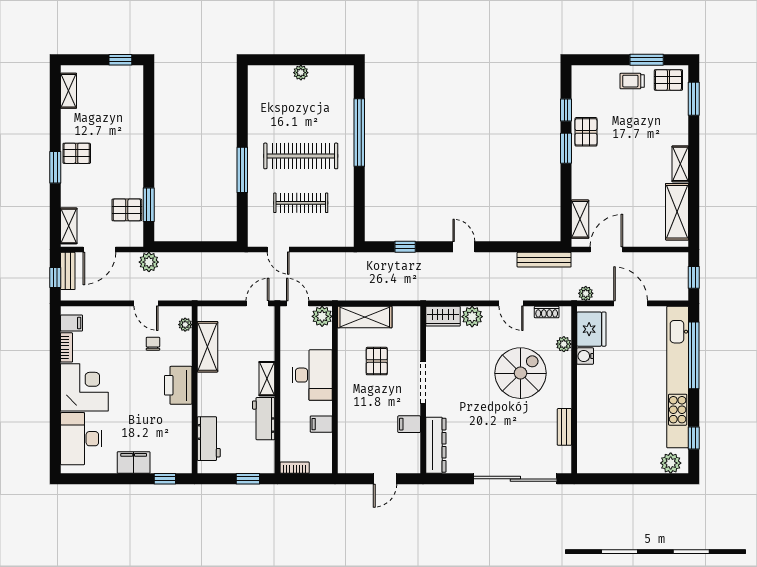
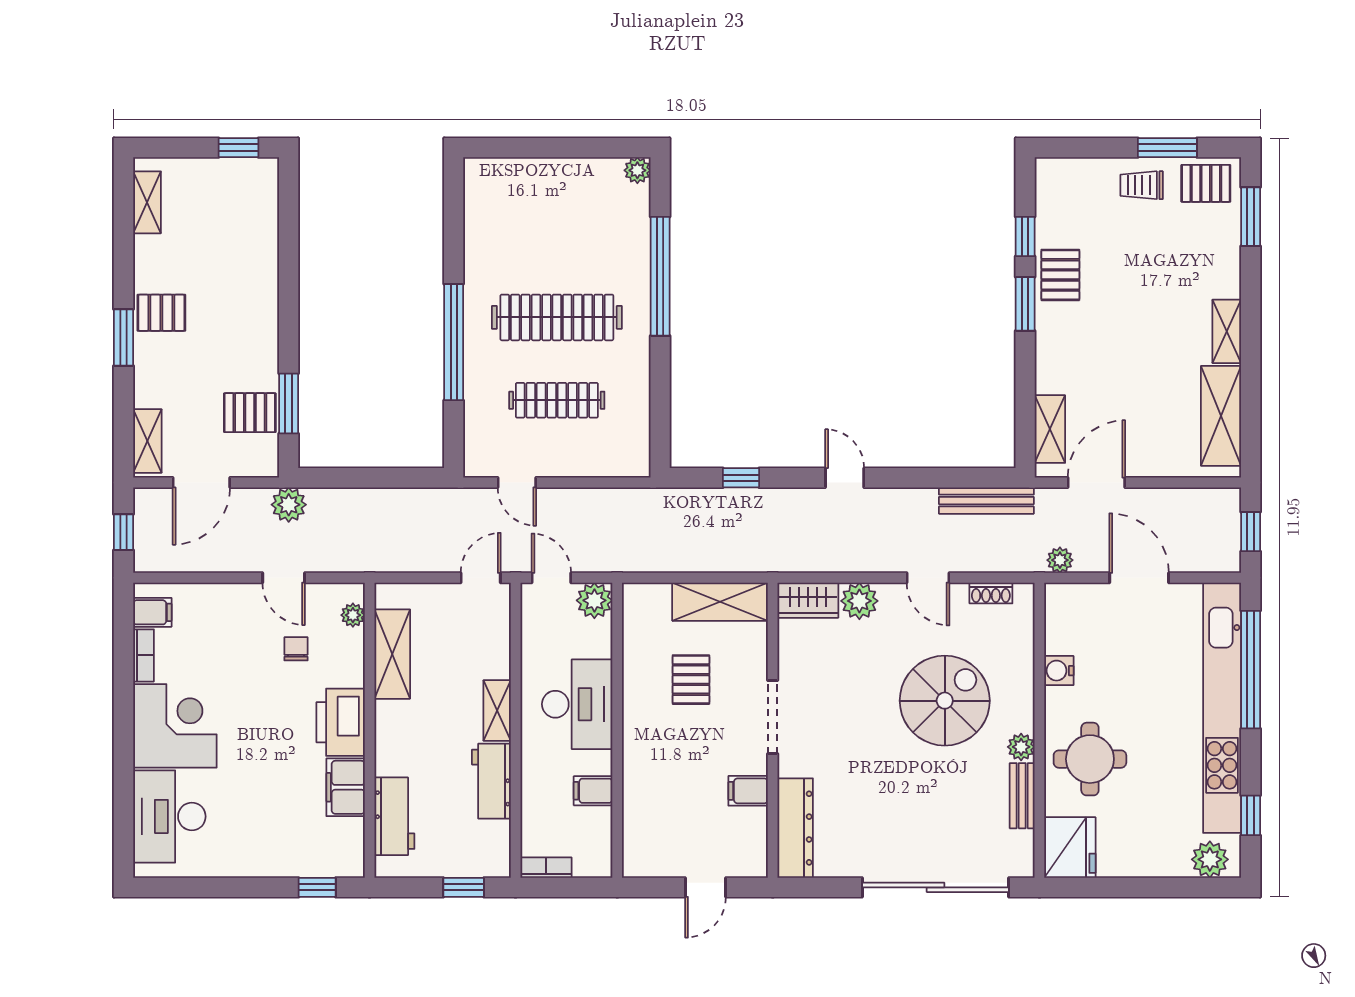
plant: (301, 73) -> (637, 170), moved
window: (242, 170) -> (454, 342), width x1.46
bench: (68, 271) -> (146, 520), removed
shelving: (365, 317) -> (720, 602), moved
fridge: (591, 329) -> (1070, 847), moved
plant: (564, 344) -> (1021, 747), moved
round table: (603, 406) -> (1090, 759), added
filing cabinet: (134, 462) -> (346, 787), moved, turned -90

